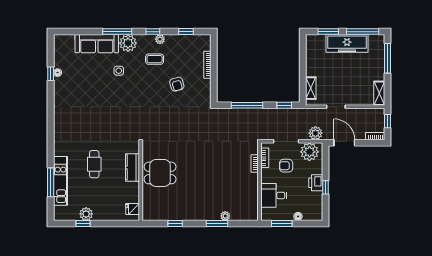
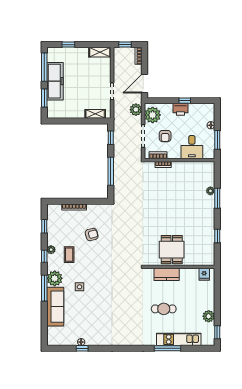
window: (388, 58) -> (68, 45), width x0.46
window: (51, 182) -> (168, 348), moved
window: (83, 223) -> (217, 332), moved

